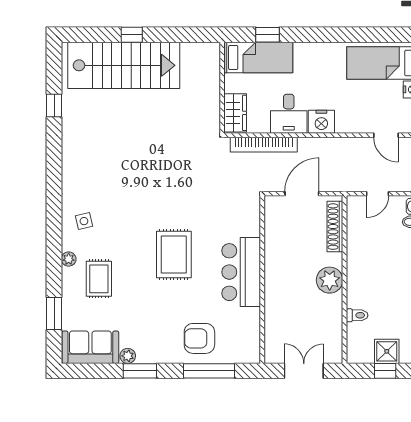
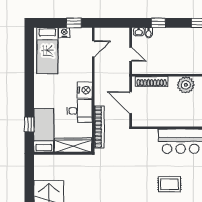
wardrobe: (235, 113) -> (73, 145), width x1.50
rug: (174, 255) -> (169, 184), width x0.73, depth x0.70

